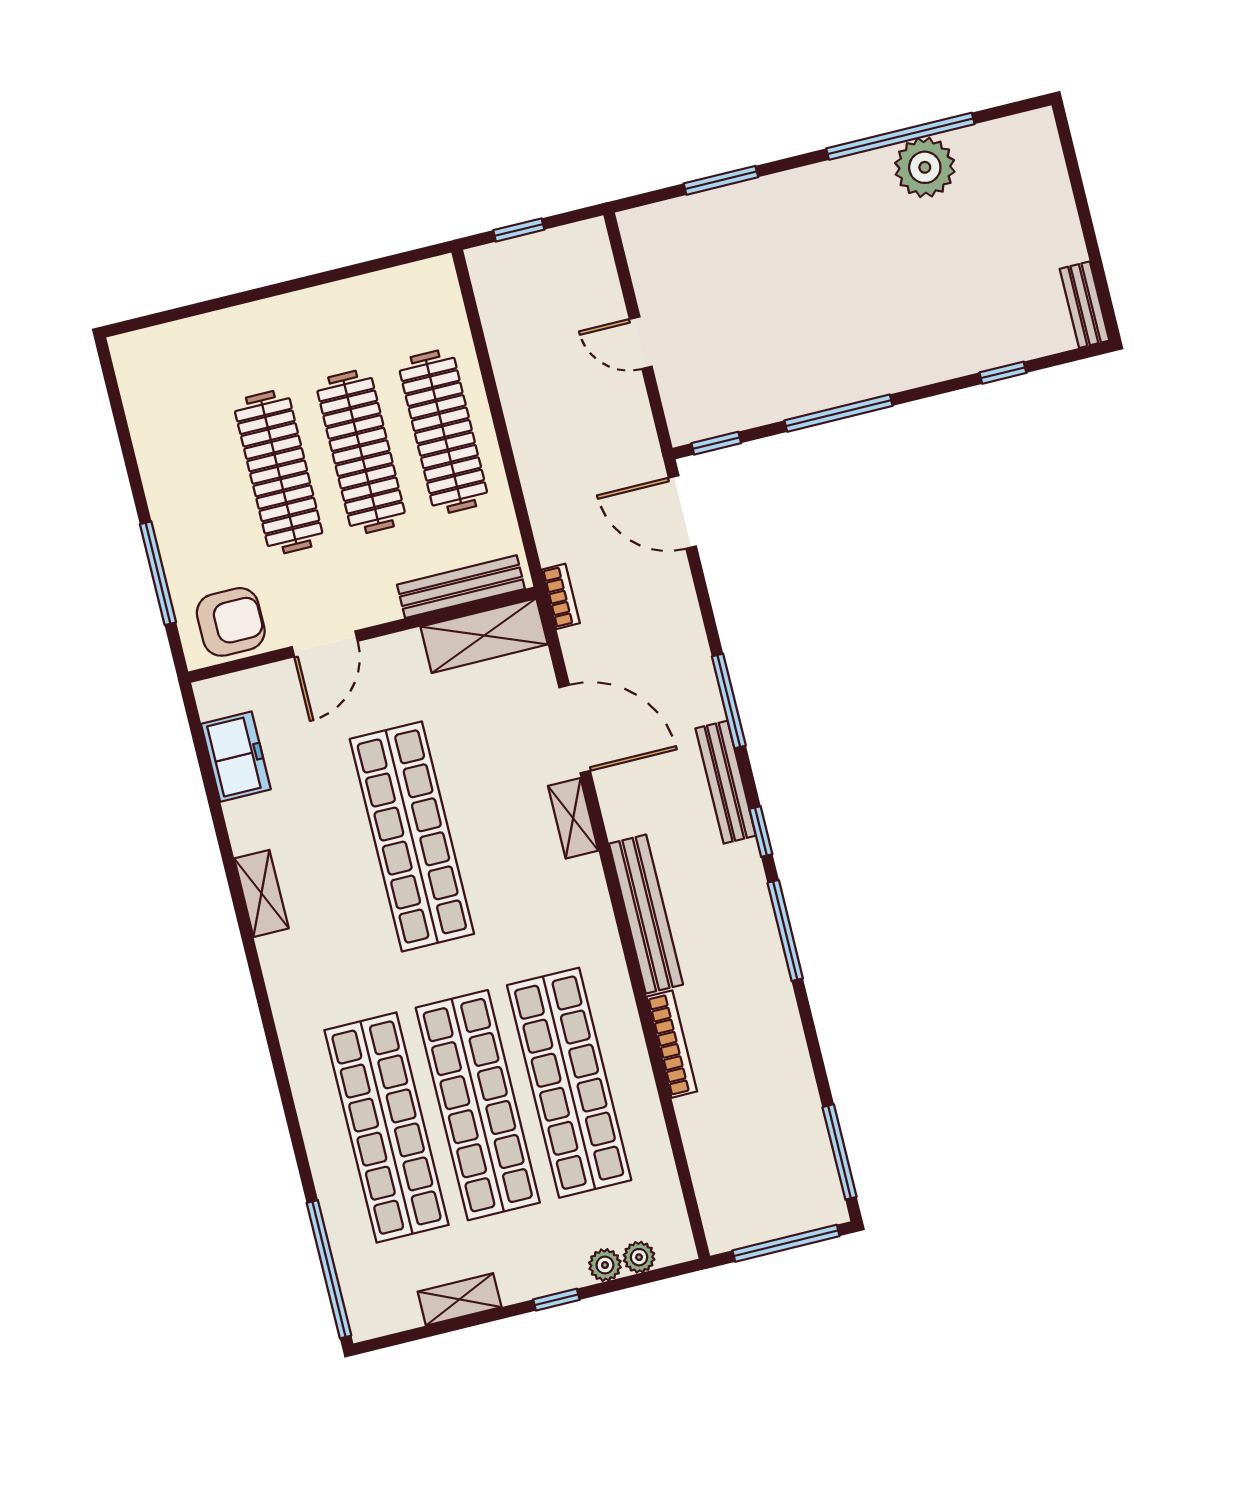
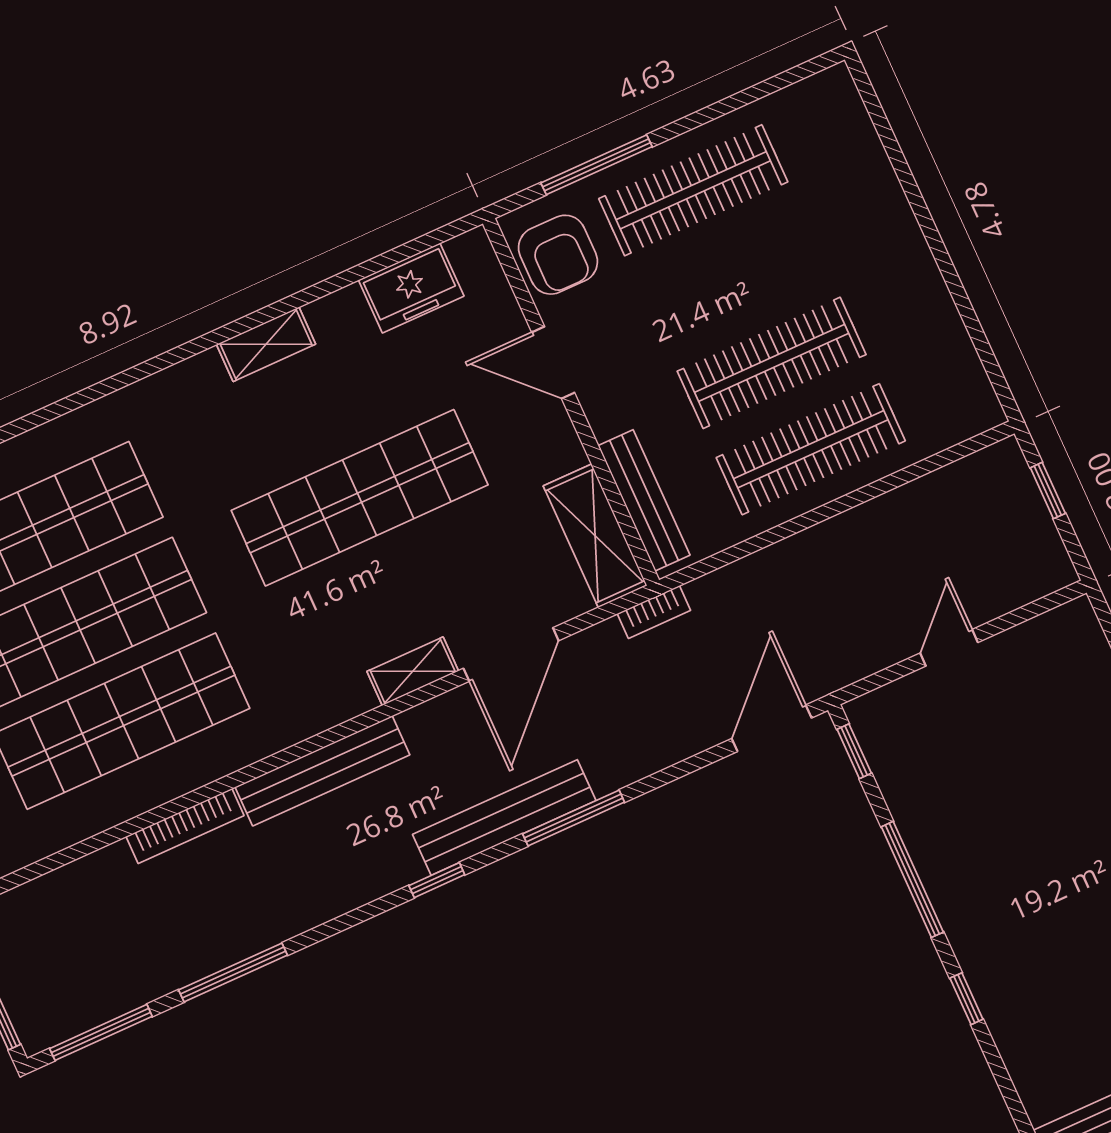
window: (1003, 373) -> (966, 999), moved
clothes rail: (279, 472) -> (693, 190), moved
bench: (726, 782) -> (504, 818), width x1.37, depth x1.21
window: (785, 931) -> (233, 973), moved

